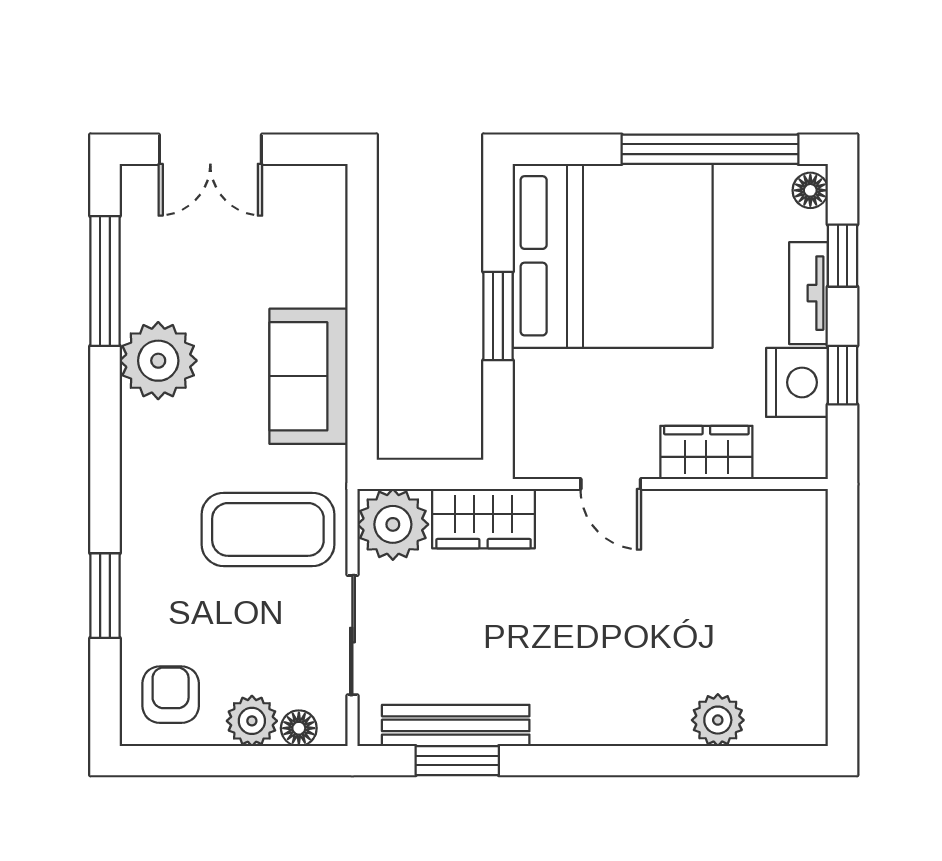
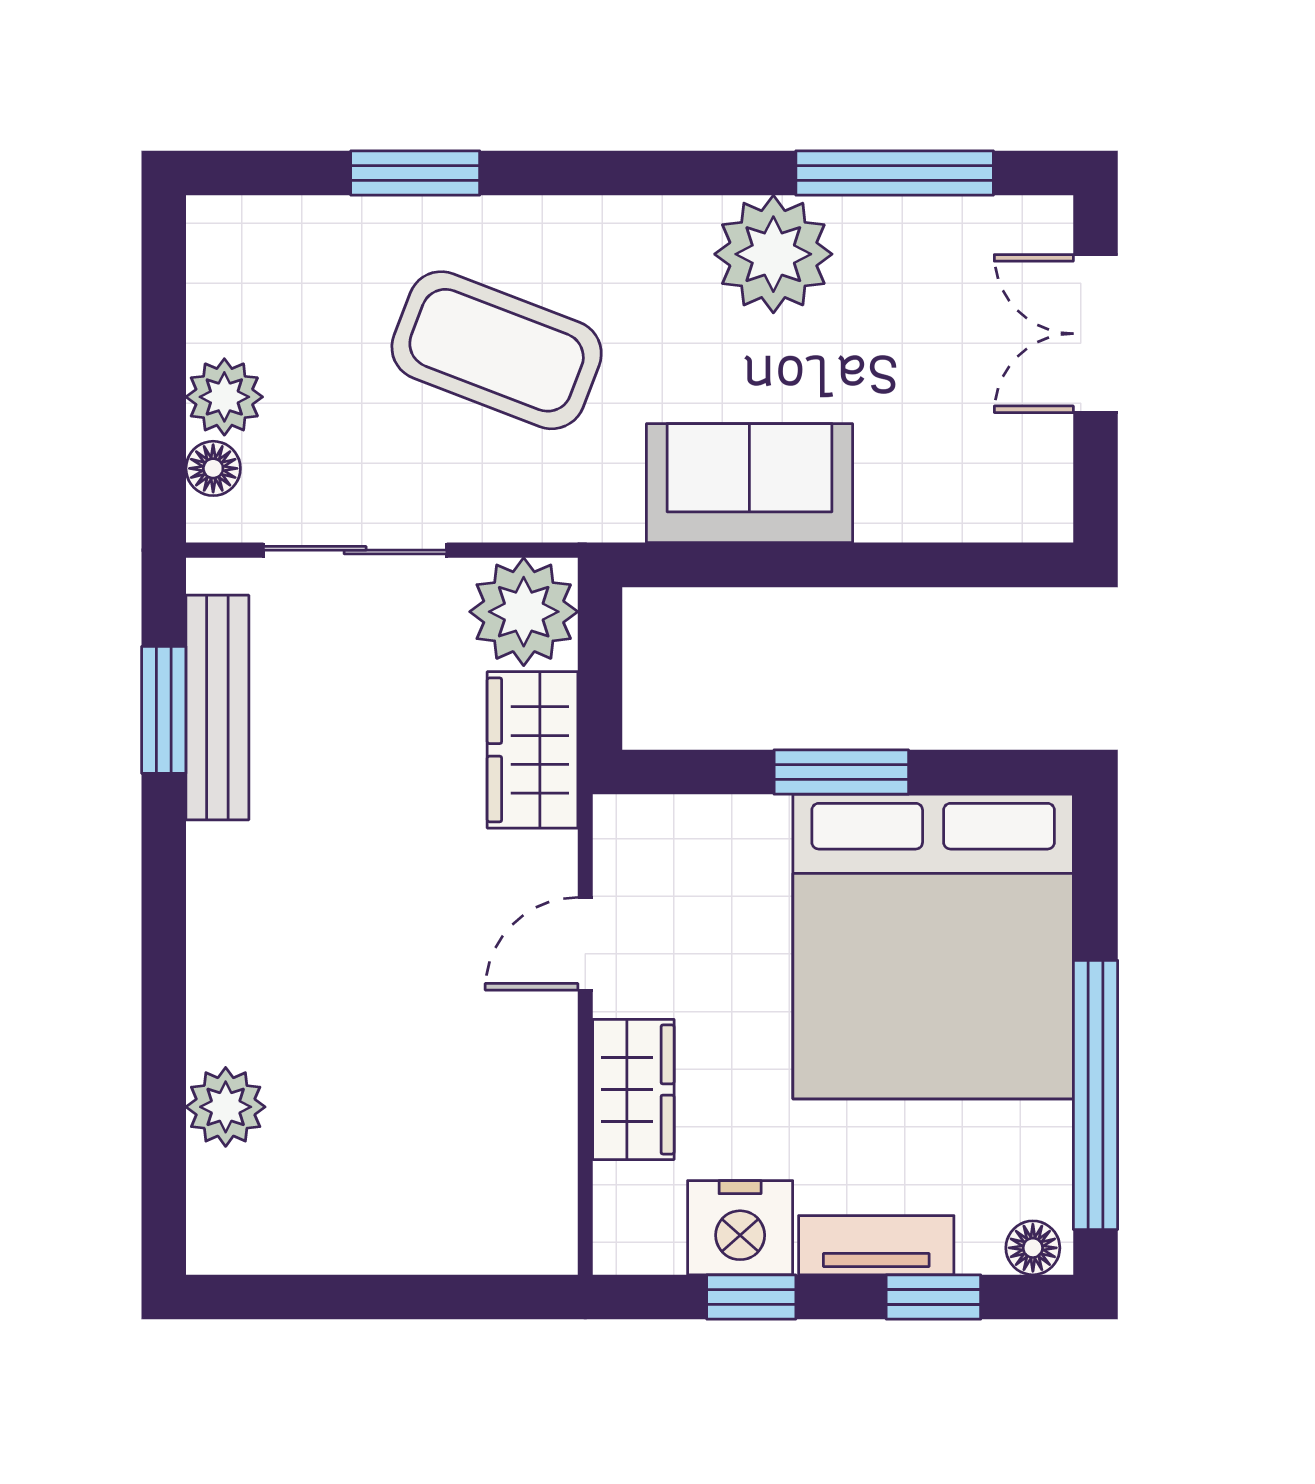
coffee table: (268, 529) -> (497, 350), moved, turned -69
armchair: (171, 695) -> (264, 273), removed

